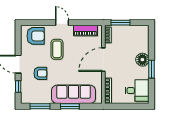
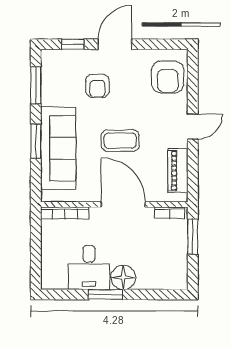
coffee table: (57, 49) -> (120, 141), moved
desk: (137, 90) -> (89, 268), moved

